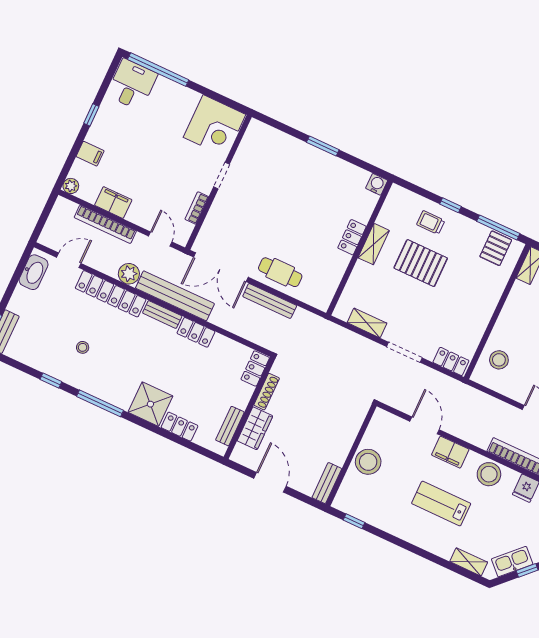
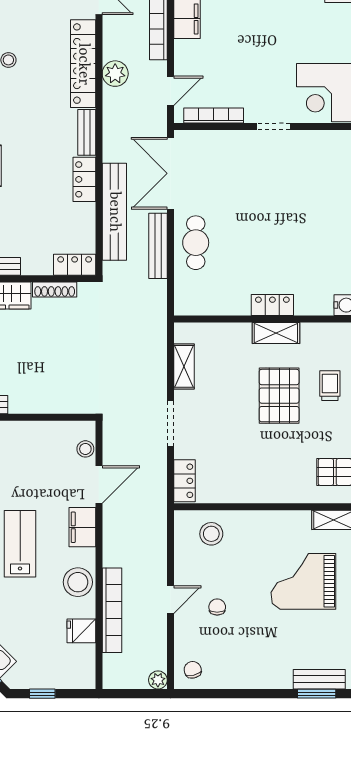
bookcase: (197, 208) -> (214, 116), width x1.56
bench: (175, 296) -> (114, 212), moved
stool: (368, 462) -> (85, 449), moved, width x0.53, depth x0.53

